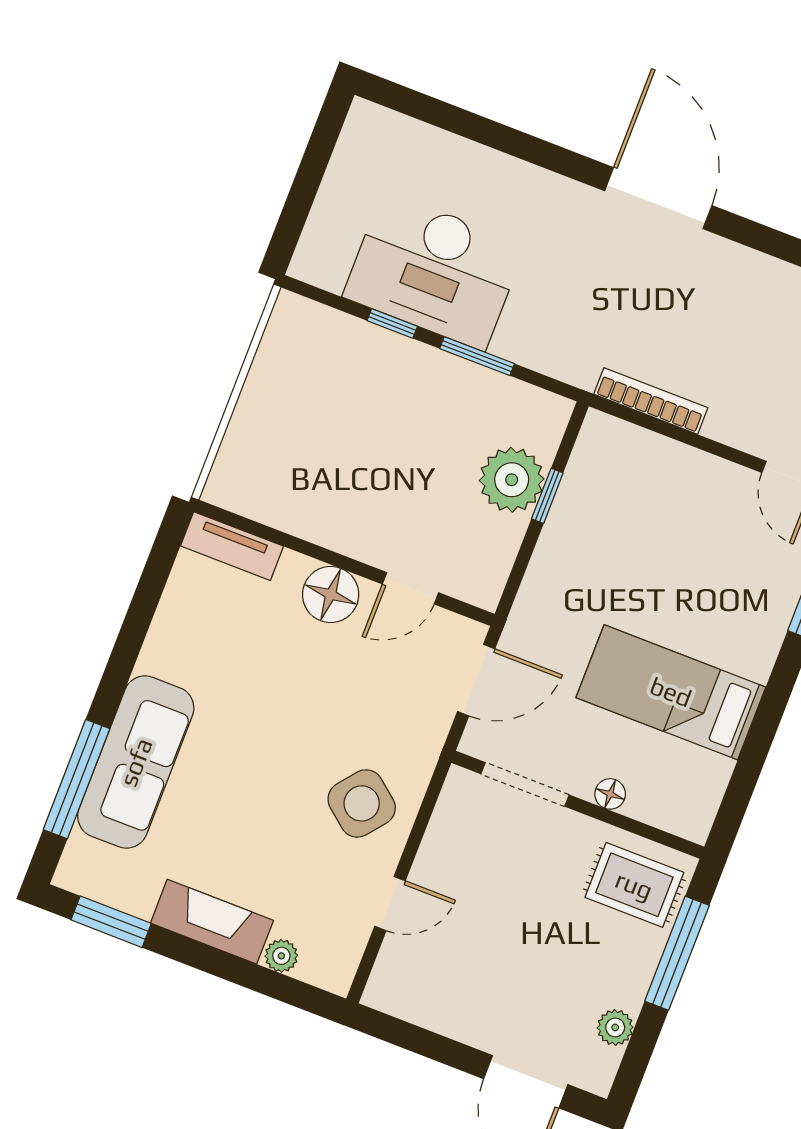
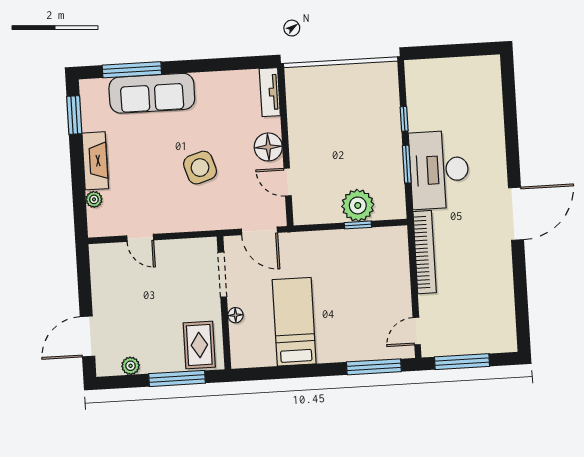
desk: (434, 271) -> (439, 170), moved
bookcase: (651, 401) -> (425, 252), width x1.48, depth x1.31
side table: (362, 803) -> (200, 168), moved, turned 34

